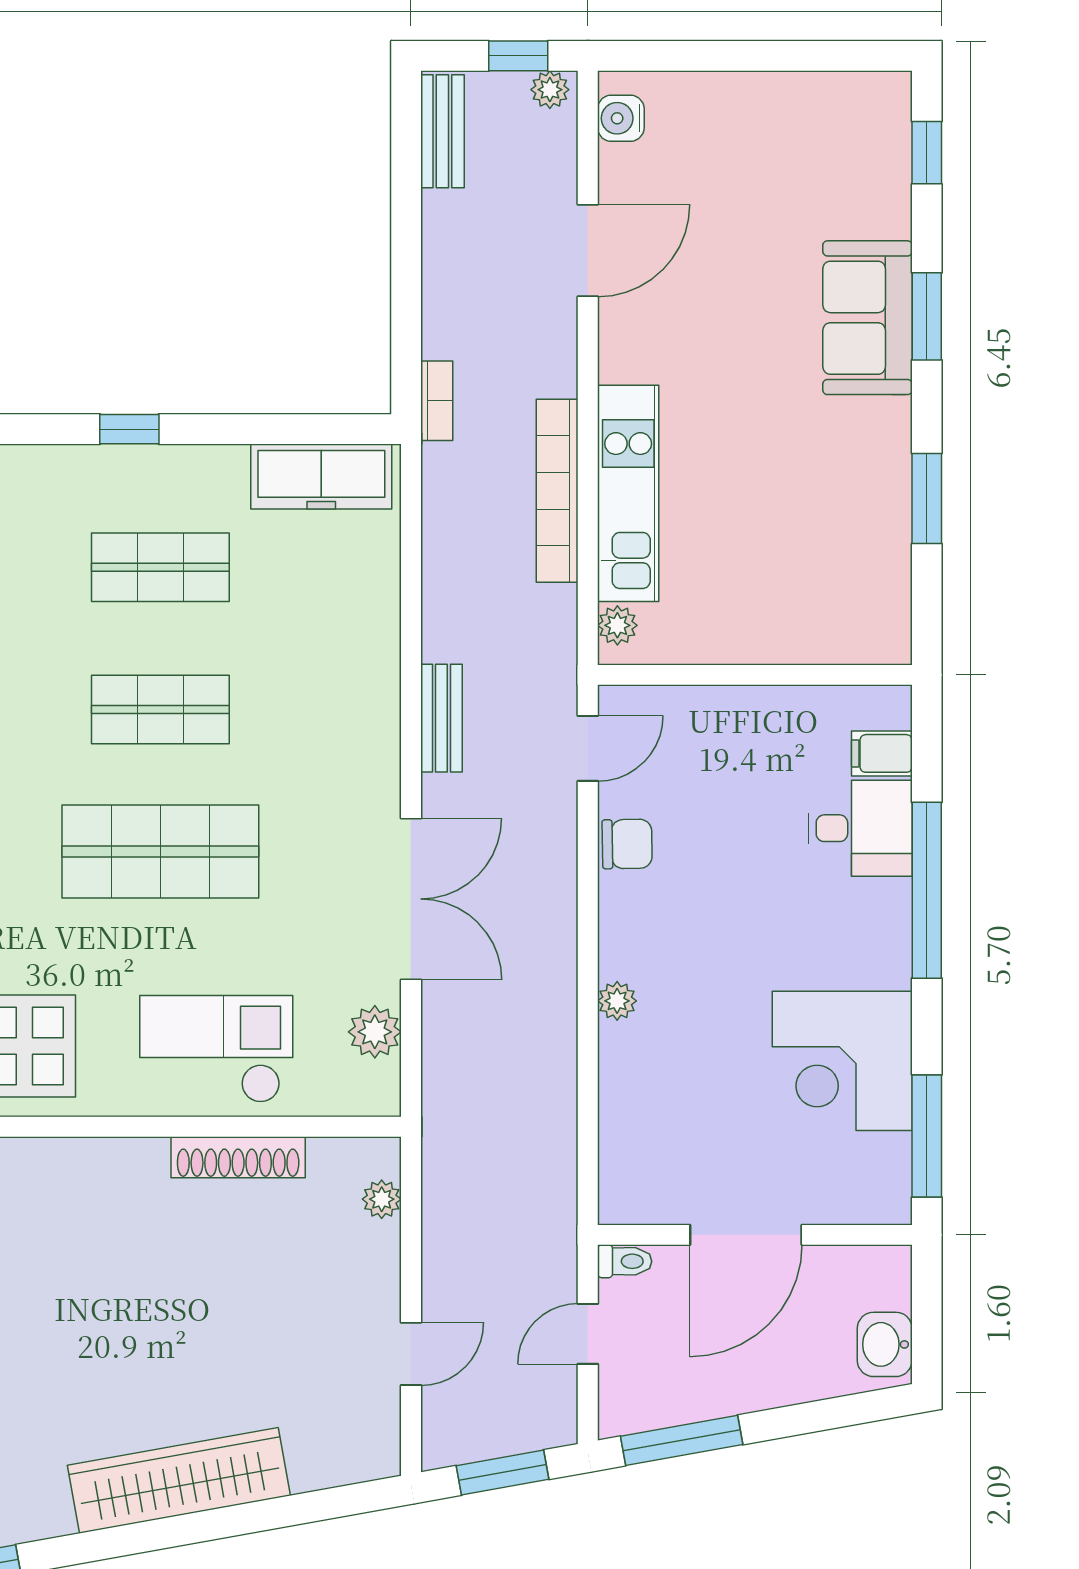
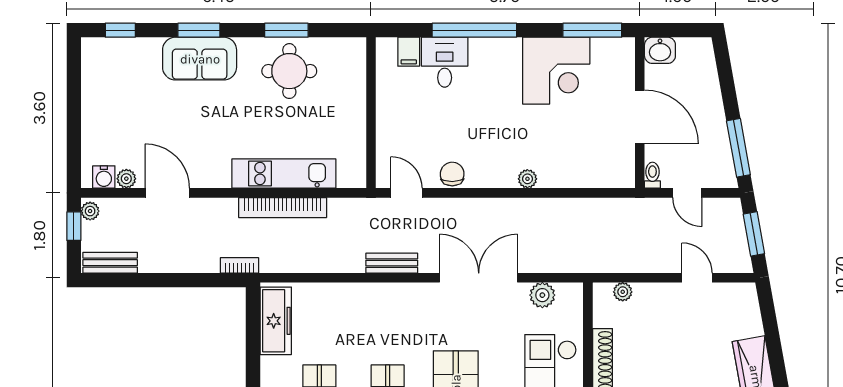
round table: (842, 505) -> (289, 71), added
plant: (617, 625) -> (126, 179), moved
washbasin: (885, 1344) -> (660, 50), moved

